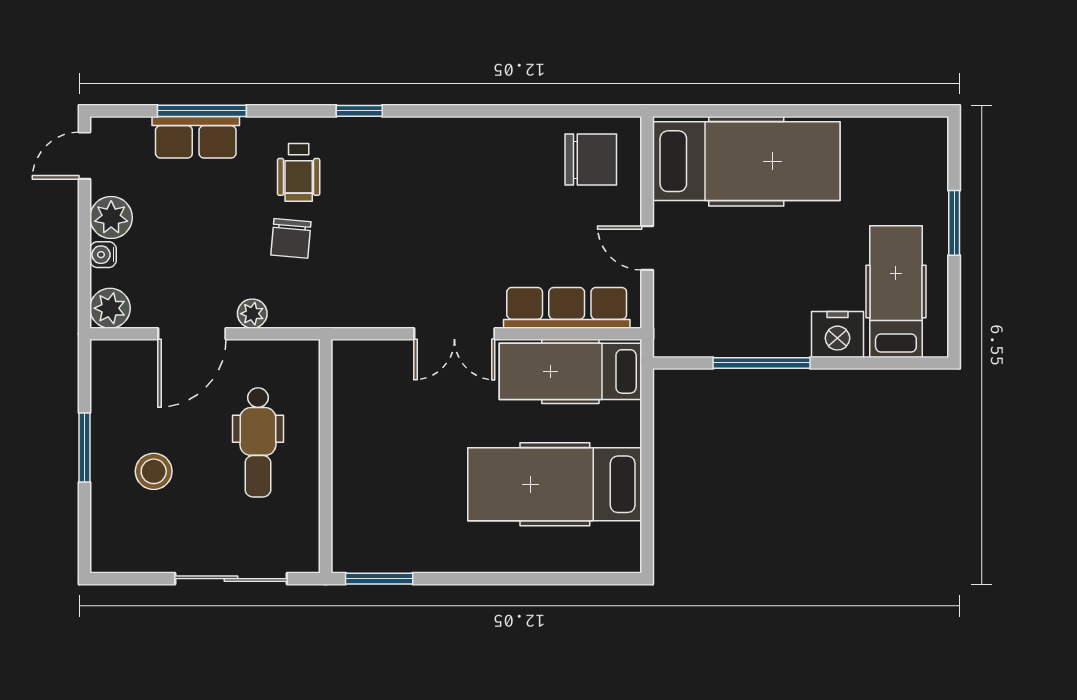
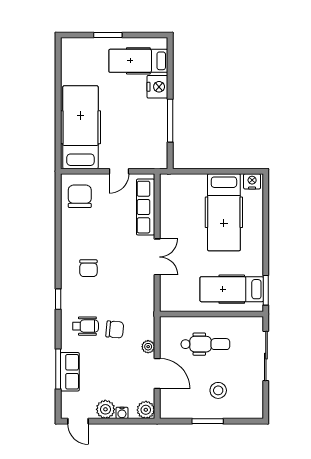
chair: (429, 179) -> (88, 268), added
hospital bed: (570, 371) -> (232, 289), moved, turned 90
nightstand: (624, 548) -> (252, 181), added

